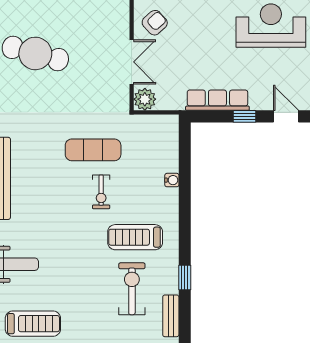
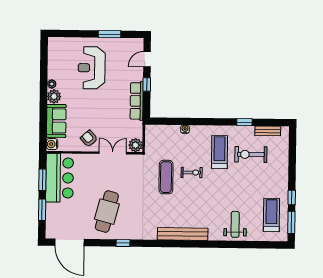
treadmill: (135, 237) -> (220, 152), turned 180

